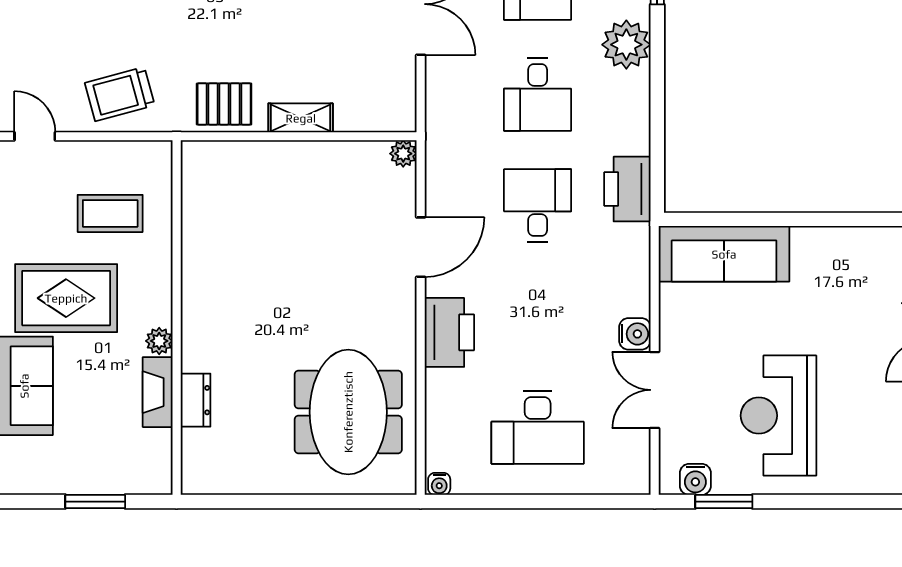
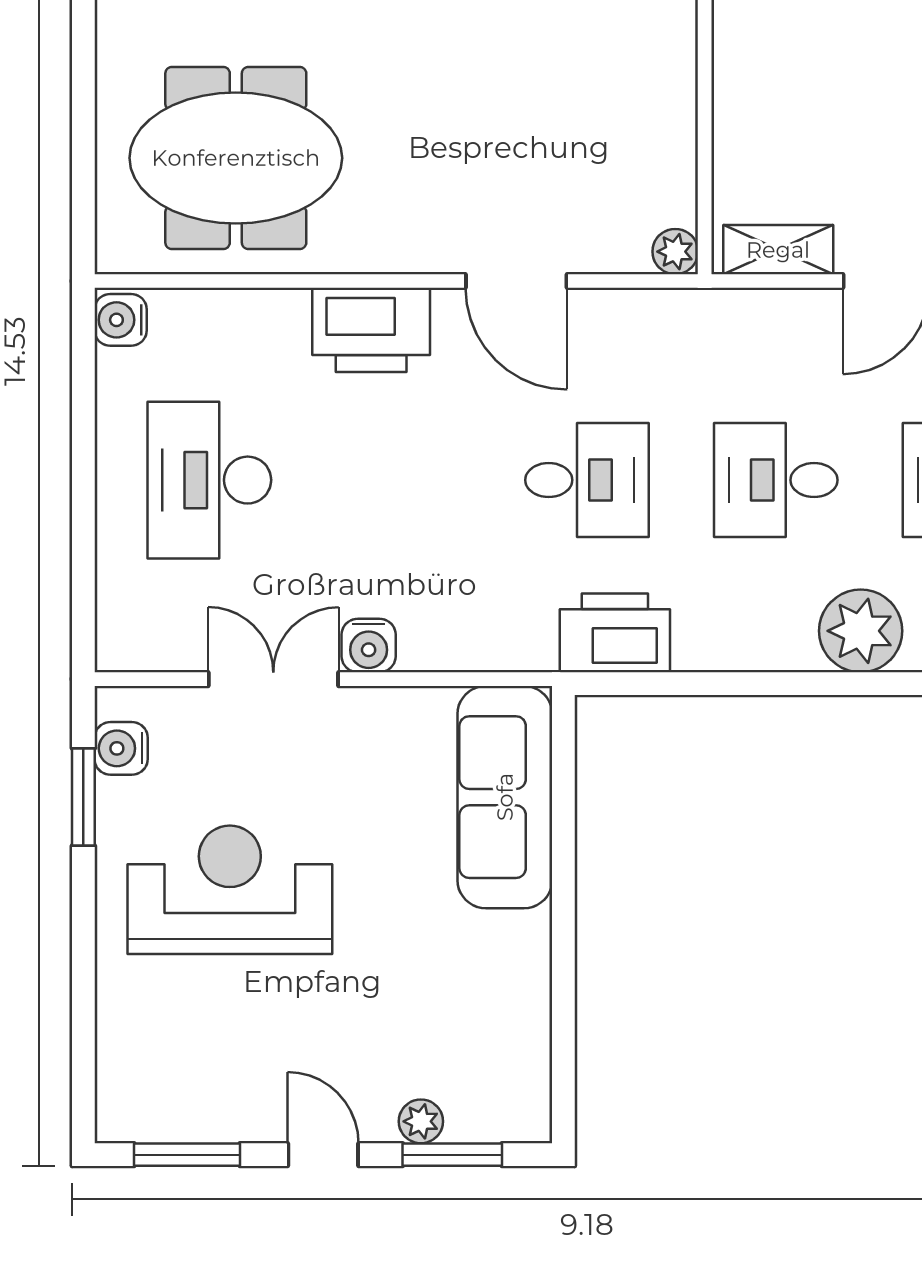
shelving: (301, 118) -> (778, 250), moved, turned 90
water cooler: (439, 484) -> (121, 320), width x1.38, depth x1.38

